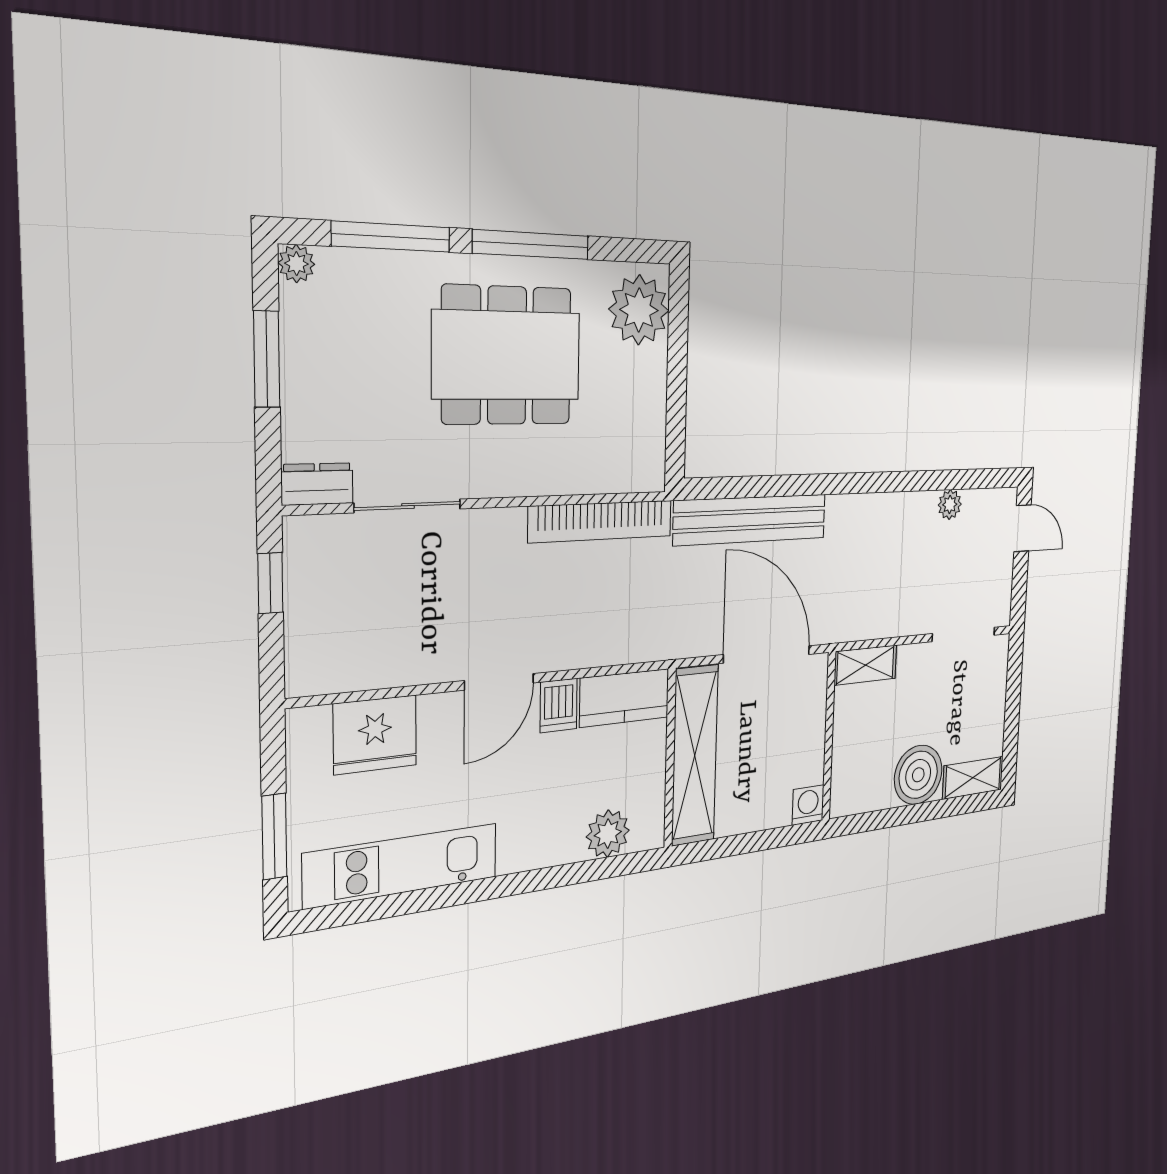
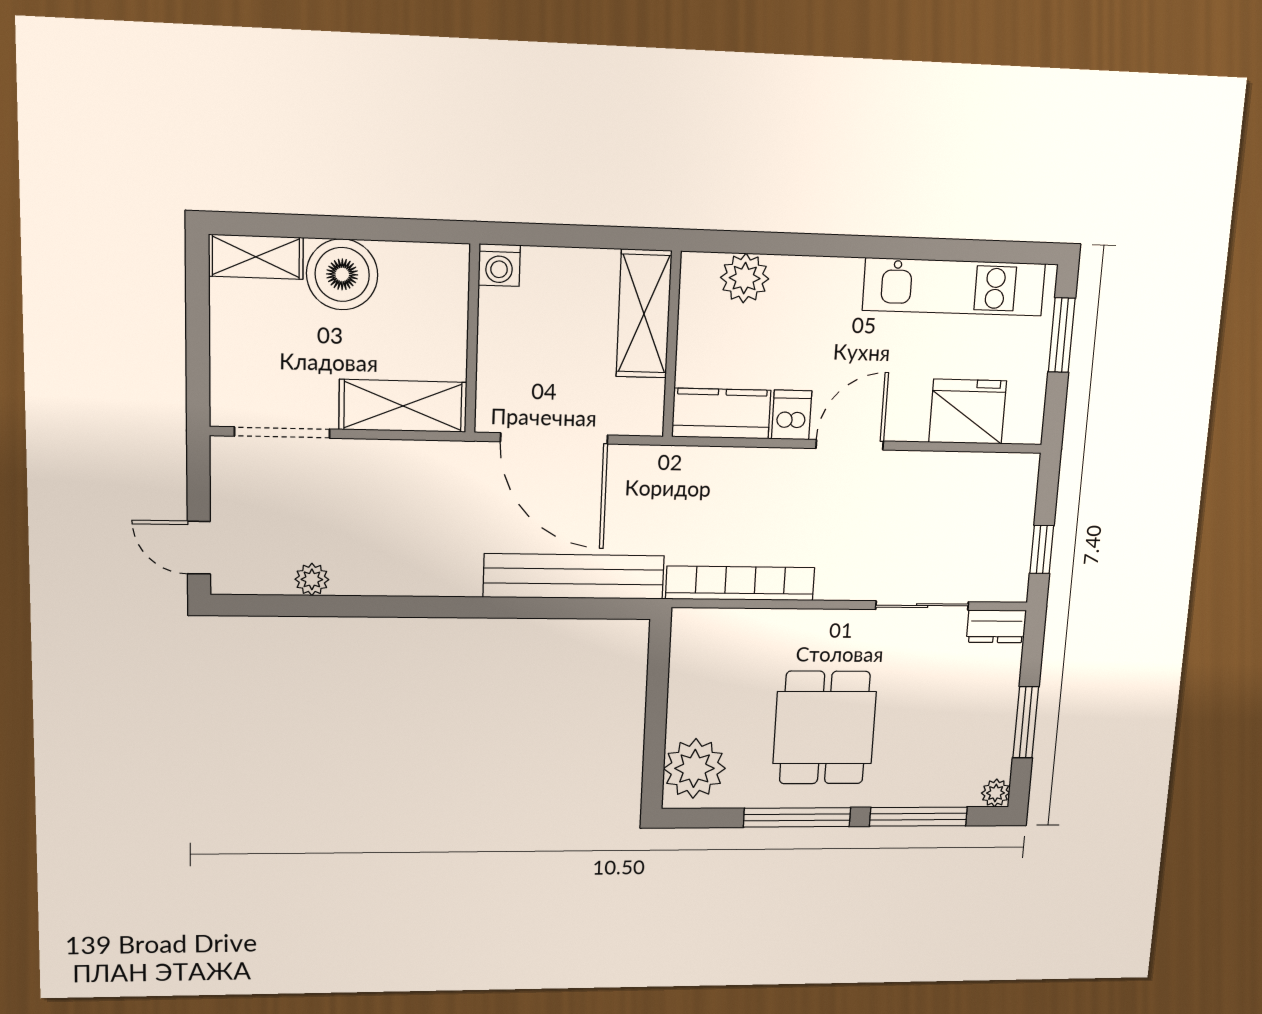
dining table: (507, 356) -> (825, 728), width x0.73
shelving: (866, 665) -> (403, 406), width x1.50, depth x1.33
shelving: (695, 755) -> (644, 314), width x0.68

